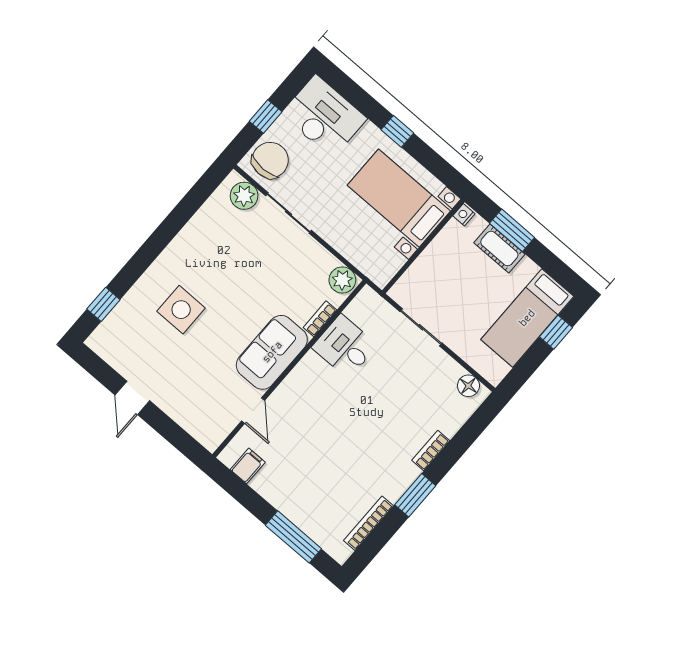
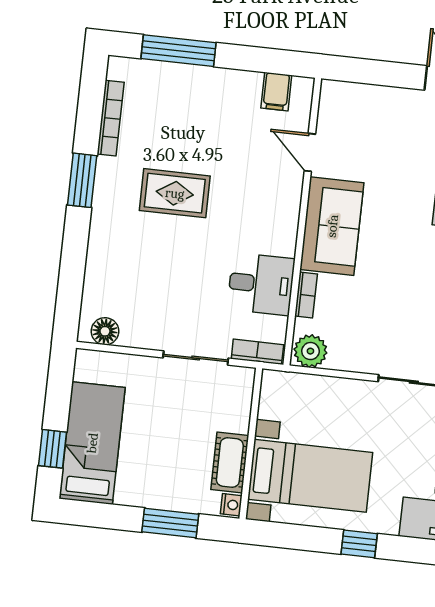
cot: (499, 249) -> (230, 463), moved, turned 90
rug: (360, 445) -> (175, 193), added
bookcase: (431, 450) -> (257, 352), moved, turned -90

